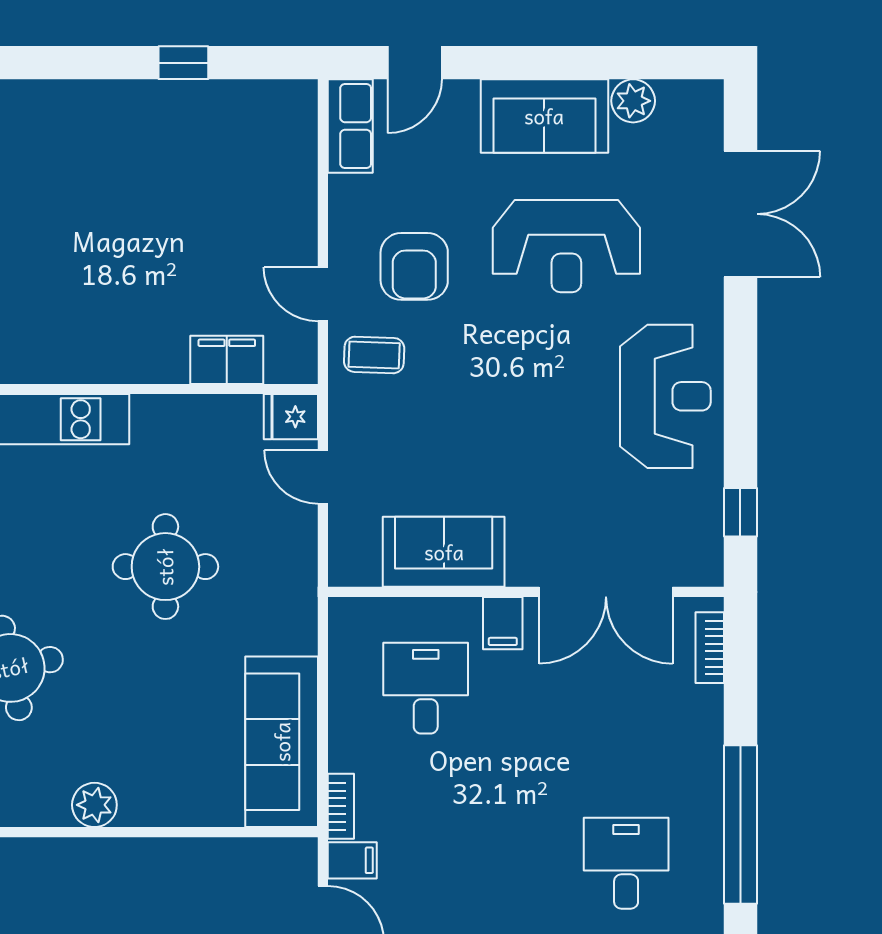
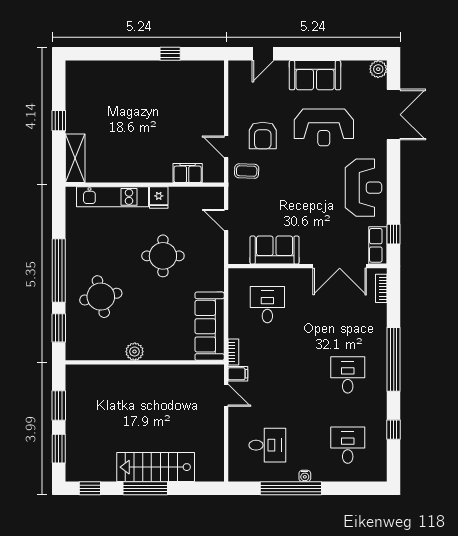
plant: (633, 101) -> (378, 69), moved
row of seats: (350, 126) -> (378, 245), moved, turned 180
fridge: (291, 417) -> (159, 198), moved, turned -90
filing cabinet: (503, 623) -> (298, 279), removed

